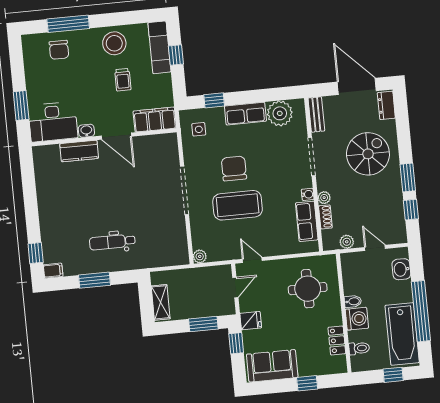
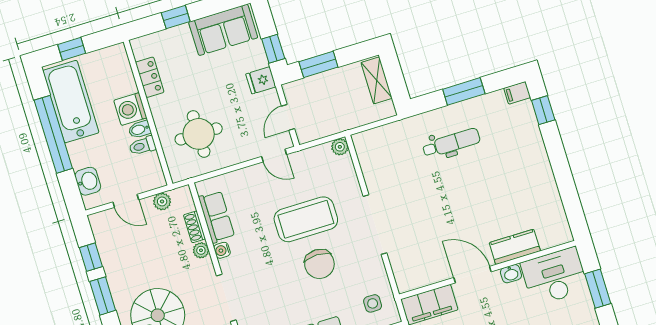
toilet: (359, 348) -> (142, 146), moved

